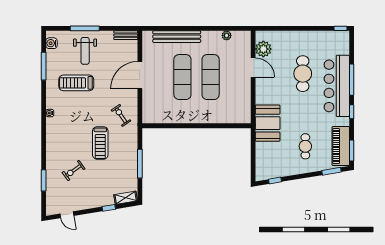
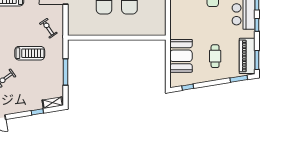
booth: (268, 123) -> (181, 56), moved
treadmill: (100, 143) -> (30, 53), turned -90

